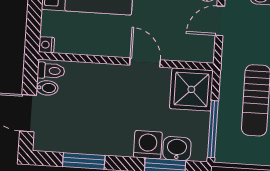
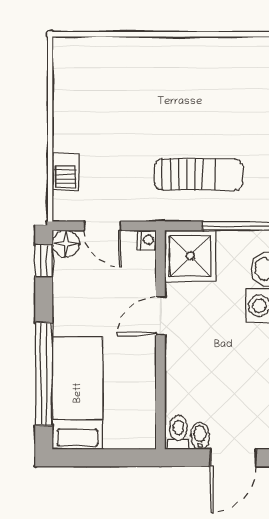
nightstand: (47, 45) -> (147, 240), moved, turned -90

